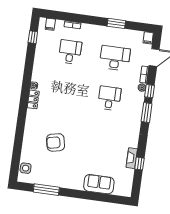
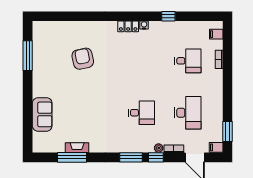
window: (116, 23) -> (228, 131), moved
window: (33, 37) -> (168, 16), moved
window: (139, 164) -> (72, 157), width x2.17
side table: (26, 168) -> (49, 29), removed

